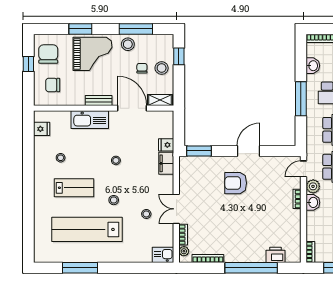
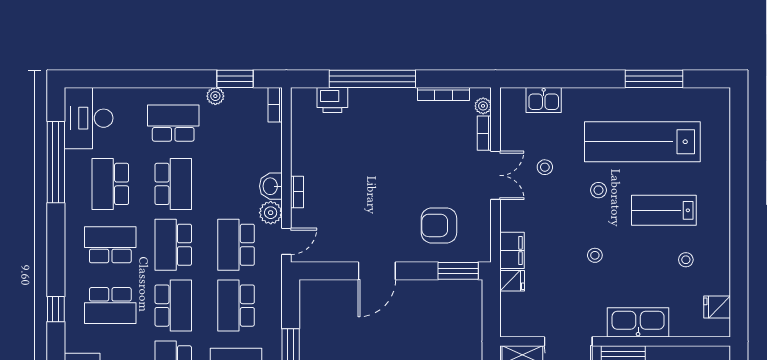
armchair: (236, 183) -> (439, 225), moved, turned 180
lab bench: (87, 229) -> (642, 142), turned 180
kitchen sink: (163, 255) -> (544, 100), moved

